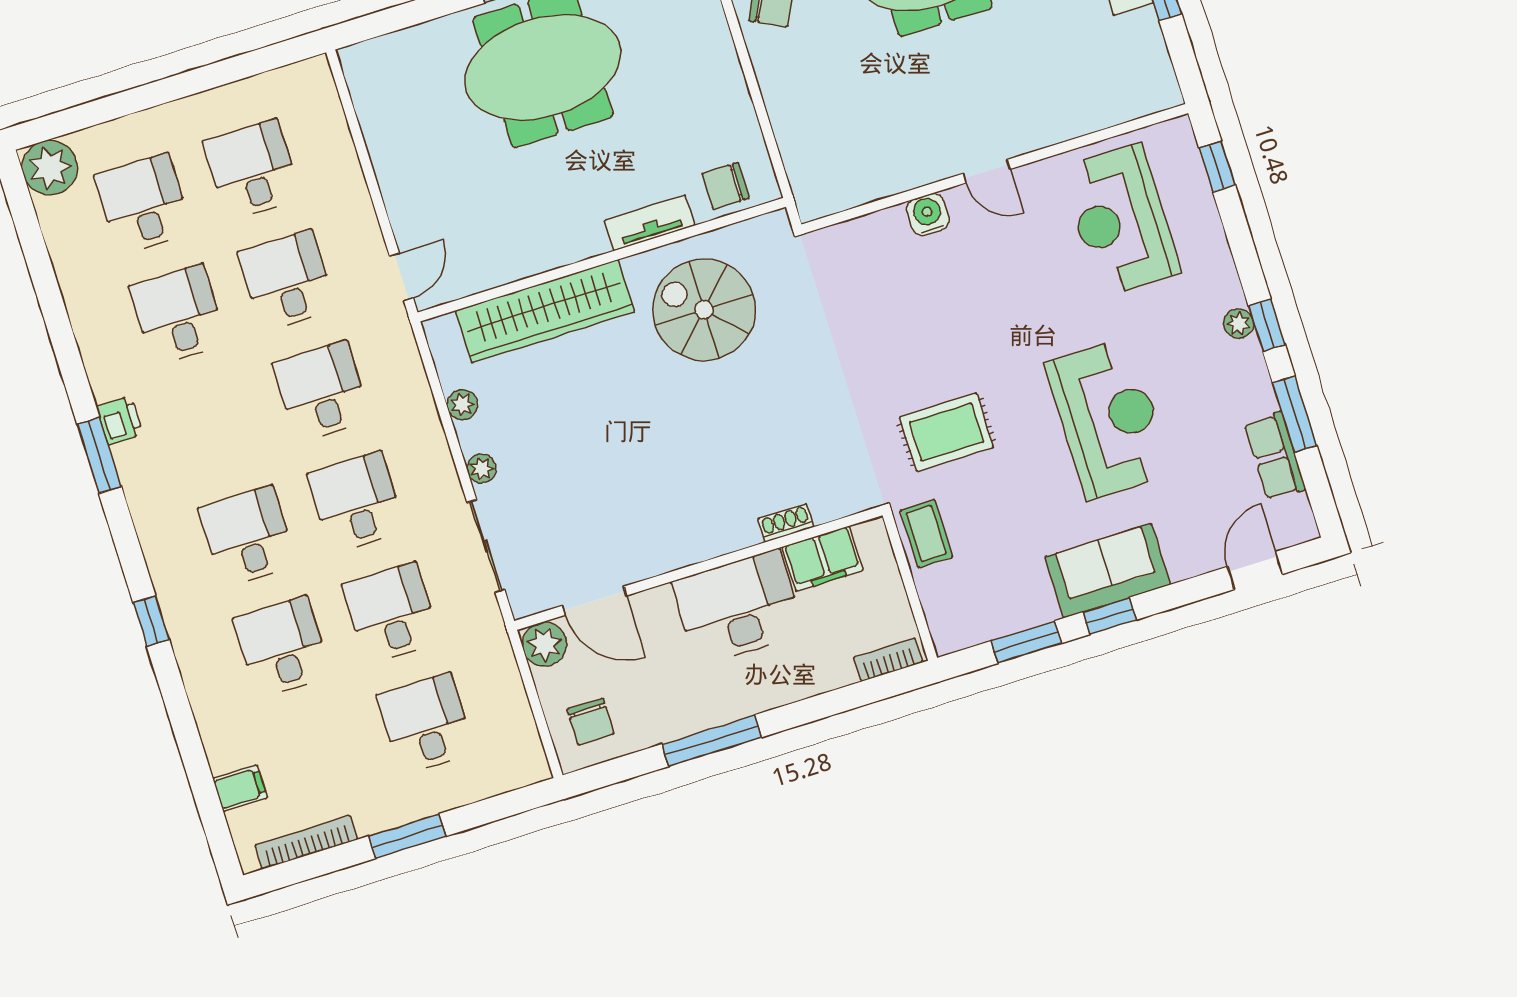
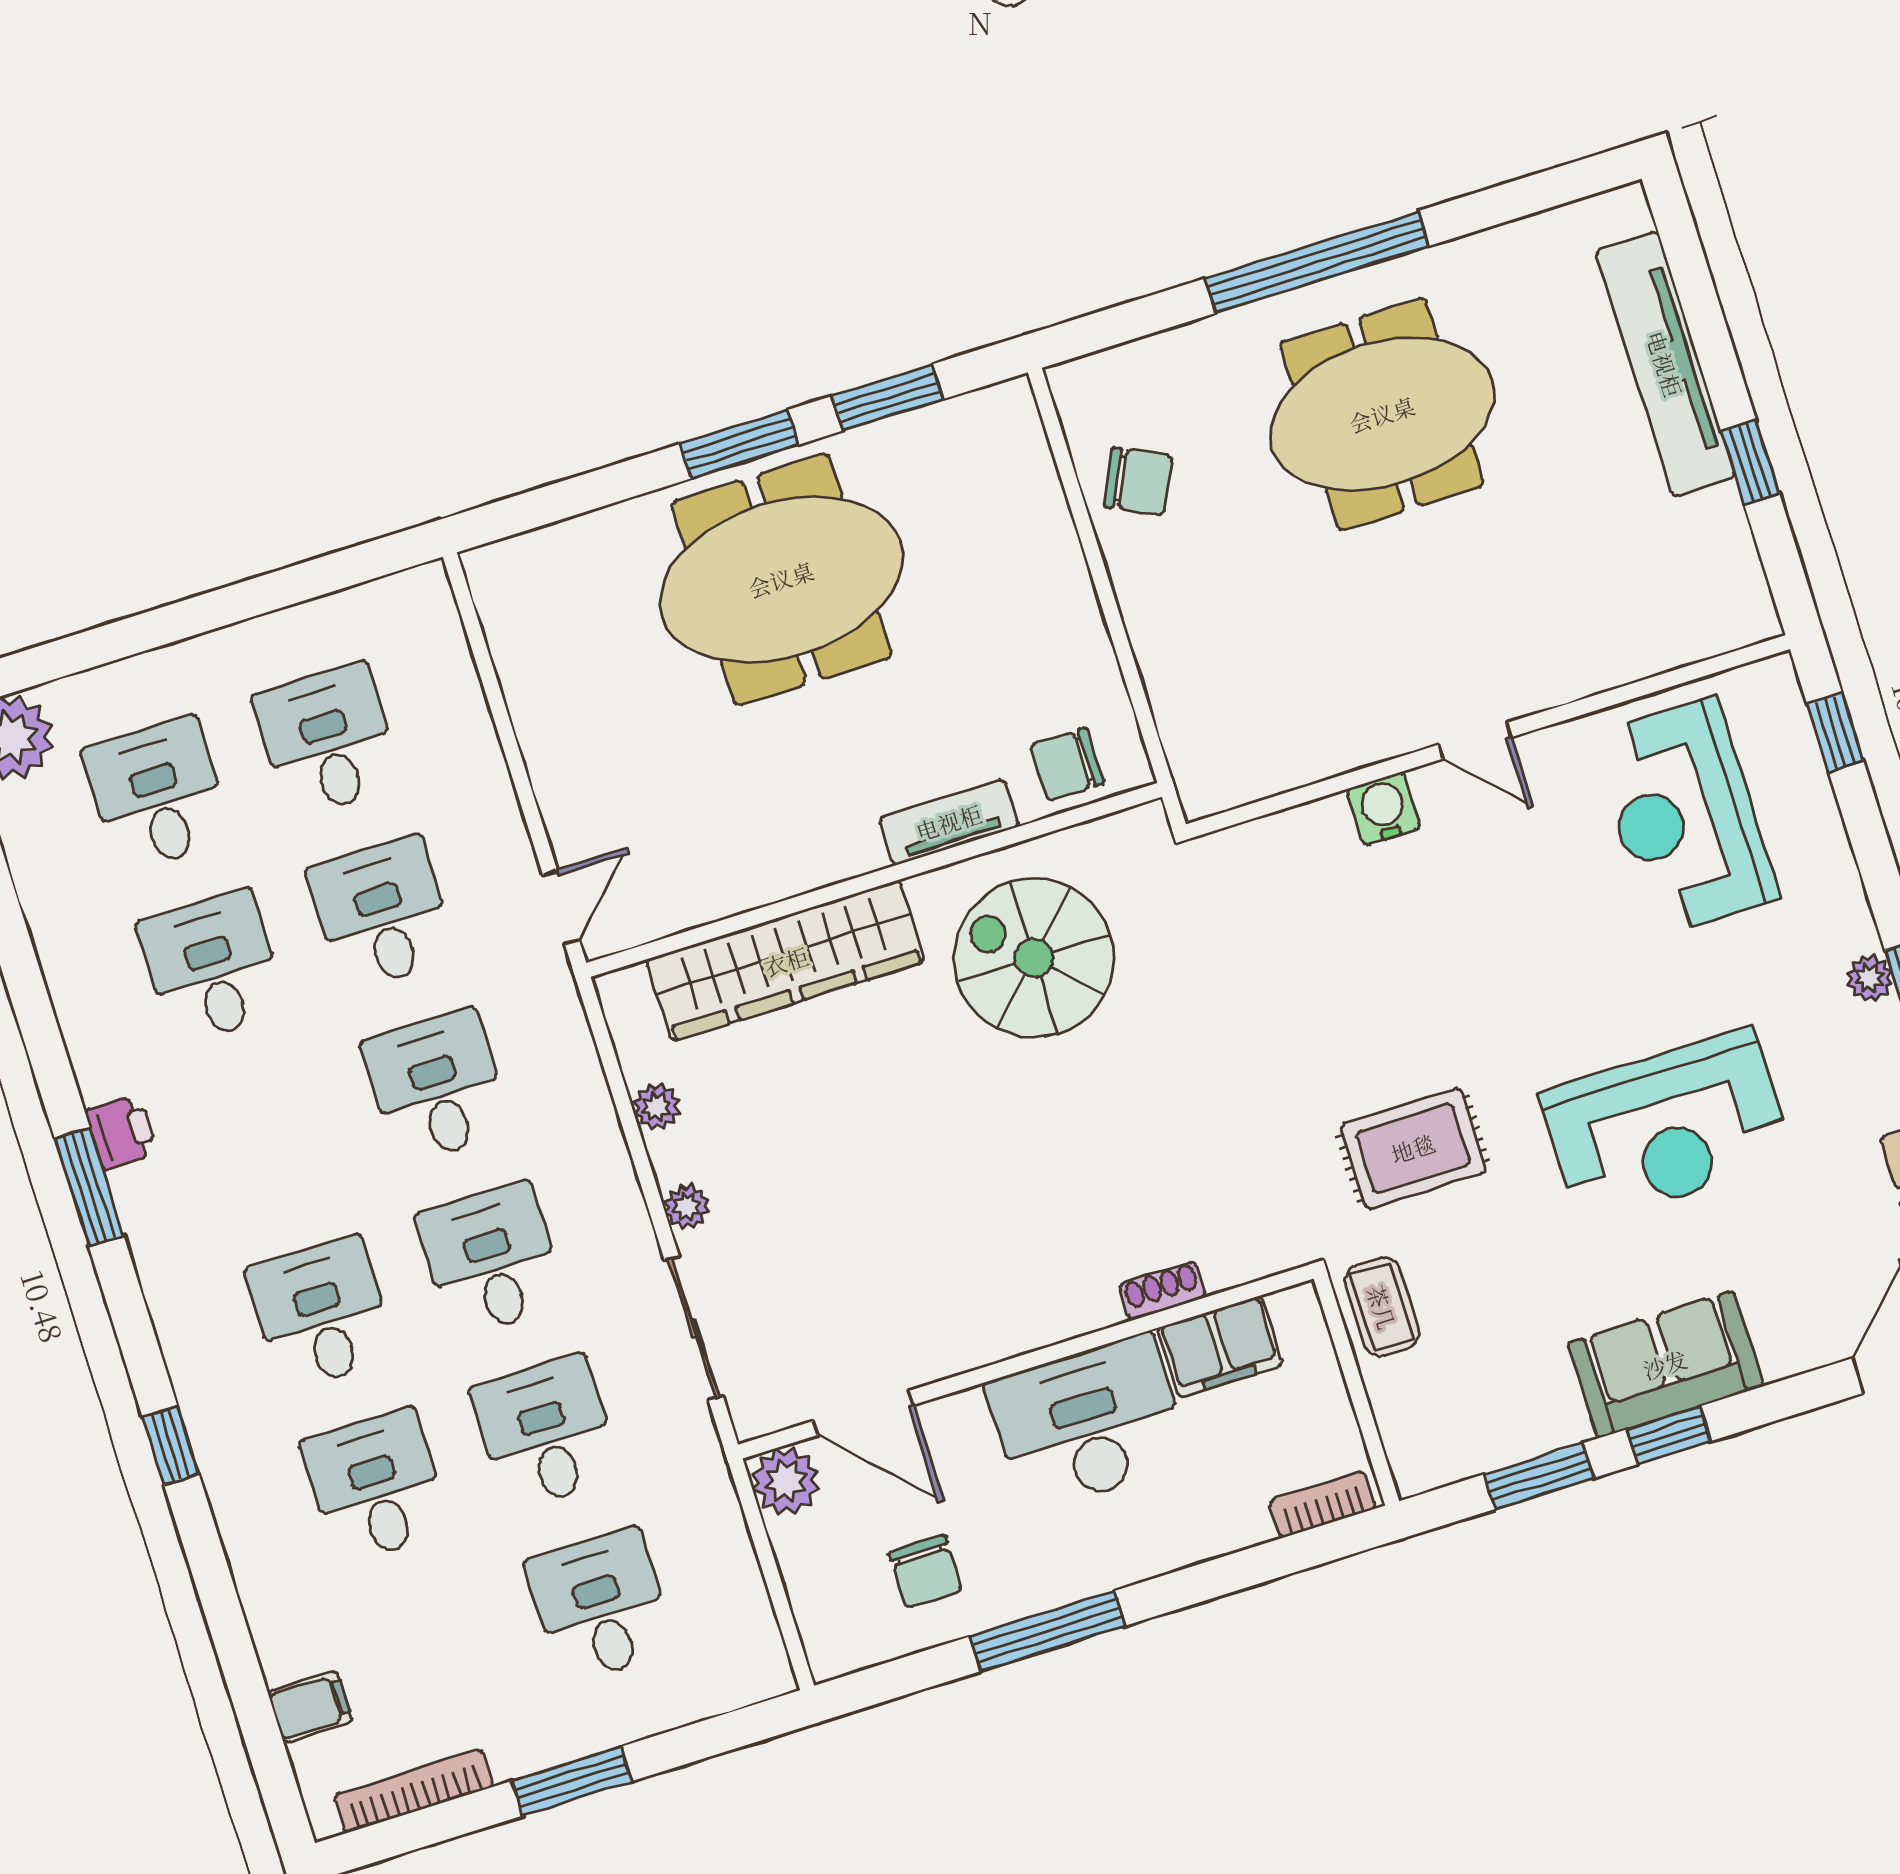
reception desk: (1108, 418) -> (1666, 1127), turned 90
chair: (591, 722) -> (925, 1572), moved

